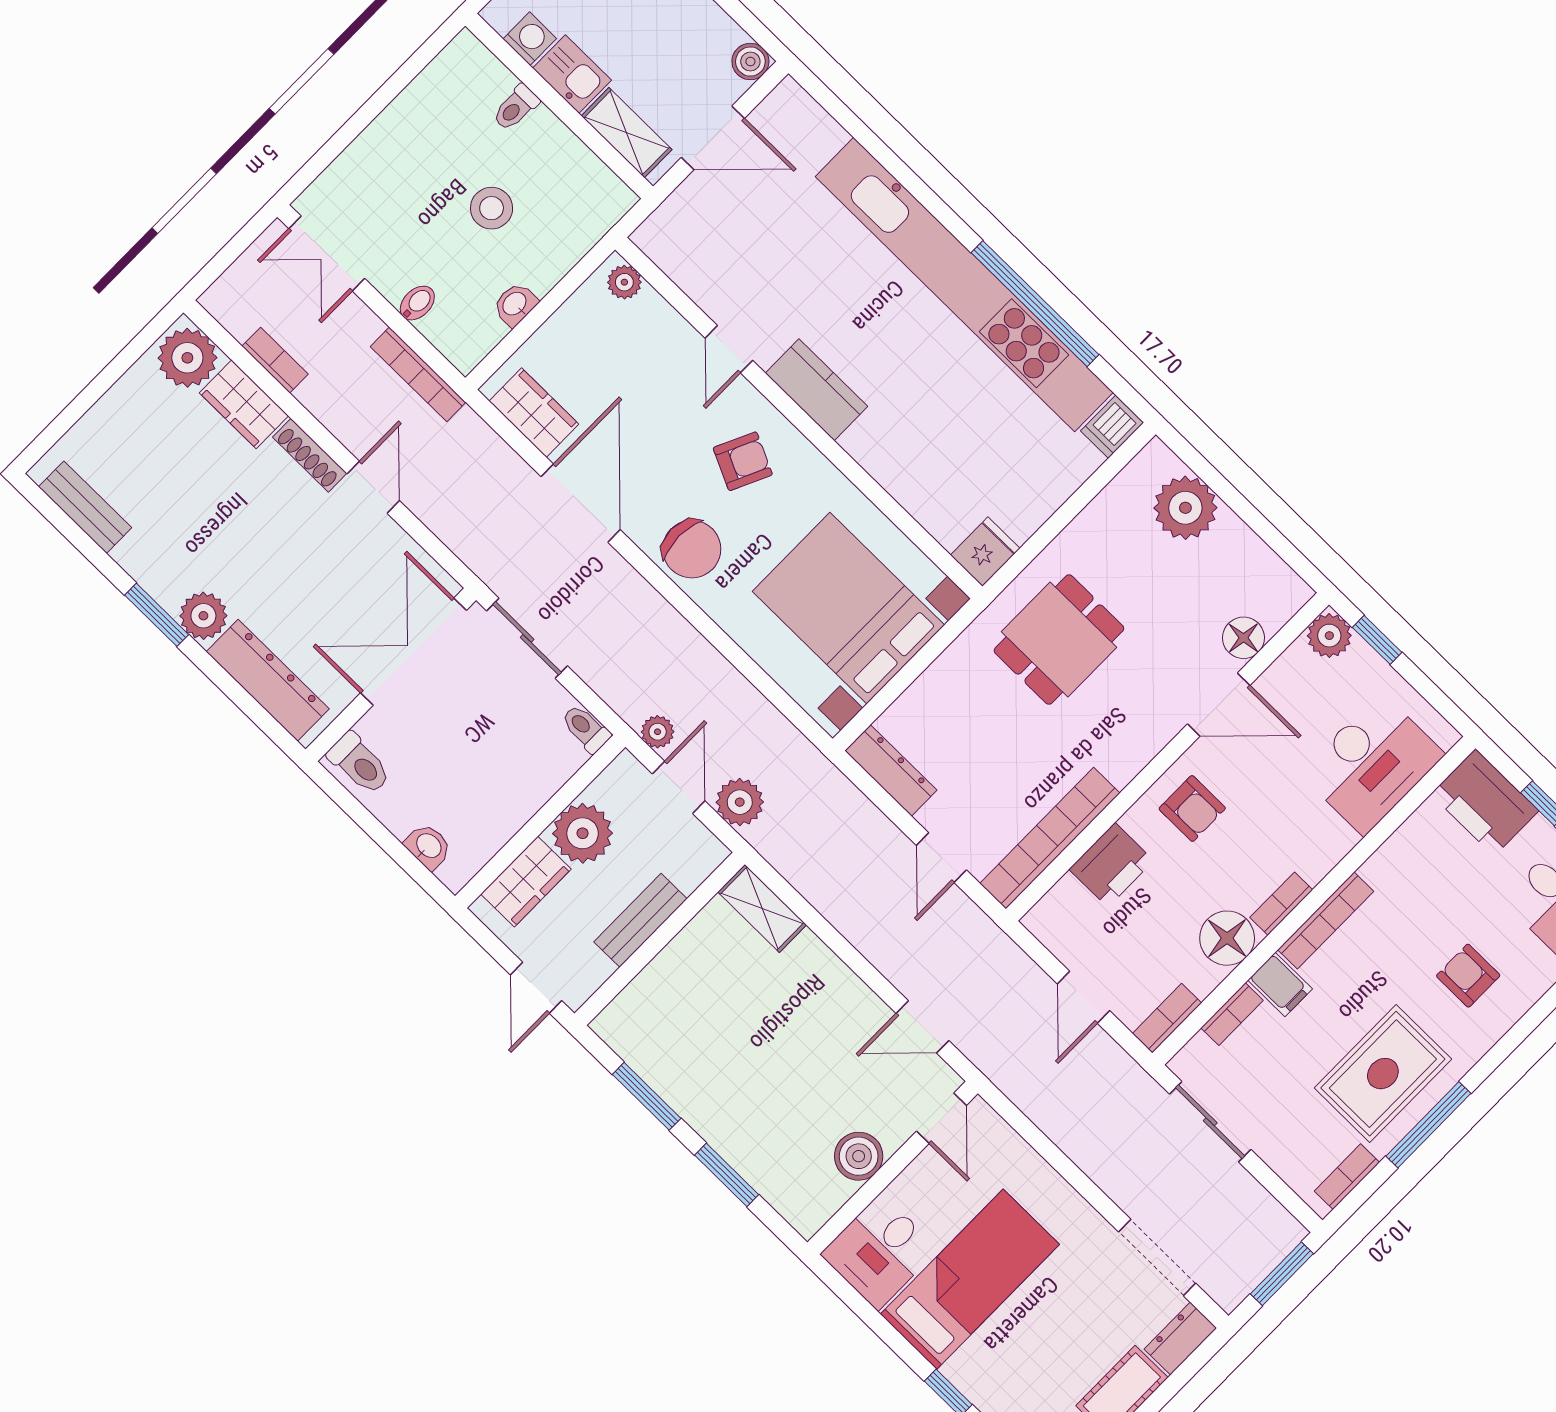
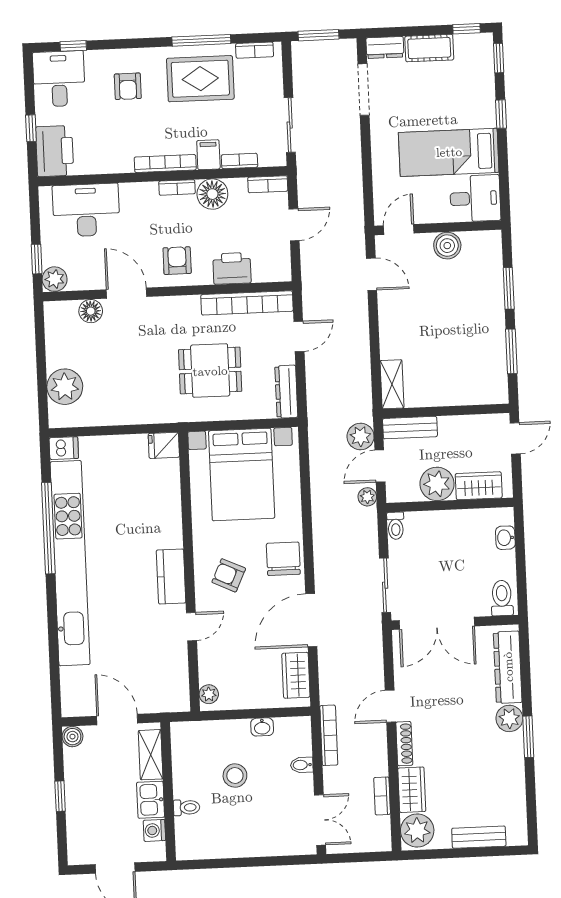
bench: (85, 507) -> (479, 837), moved, turned 90
dining table: (1059, 640) -> (210, 371), moved
bench: (640, 920) -> (410, 428), moved

